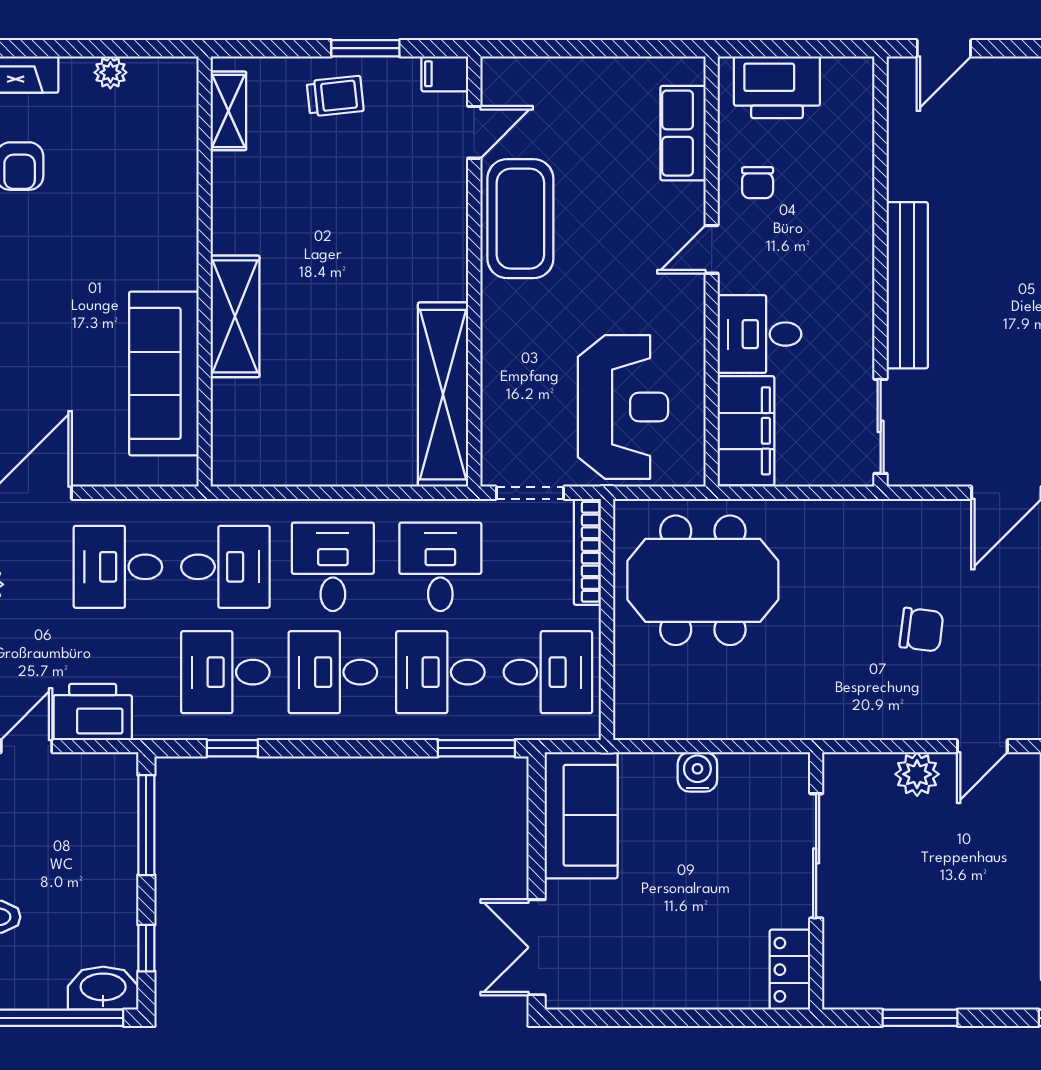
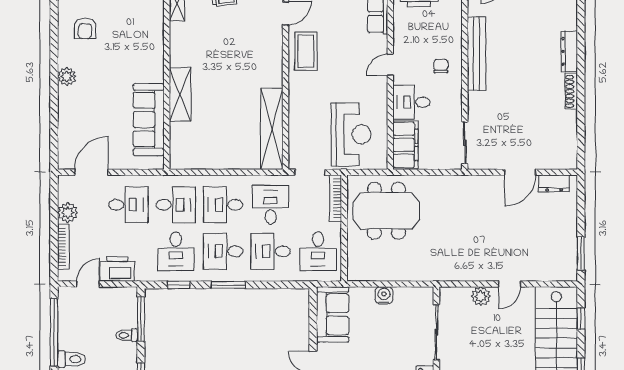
chair: (758, 183) -> (441, 66), moved, turned 180
coffee table: (520, 219) -> (306, 51), width x0.73, depth x0.76
bench: (907, 285) -> (477, 54), moved
desk: (118, 567) -> (128, 205), turned 180
desk: (333, 567) -> (223, 205), turned -90
chair: (921, 630) -> (483, 233), removed
desk: (225, 672) -> (176, 251), turned -90
desk: (548, 672) -> (318, 251), turned 90
window: (476, 748) -> (228, 285), moved
toilet: (114, 862) -> (127, 335), added

